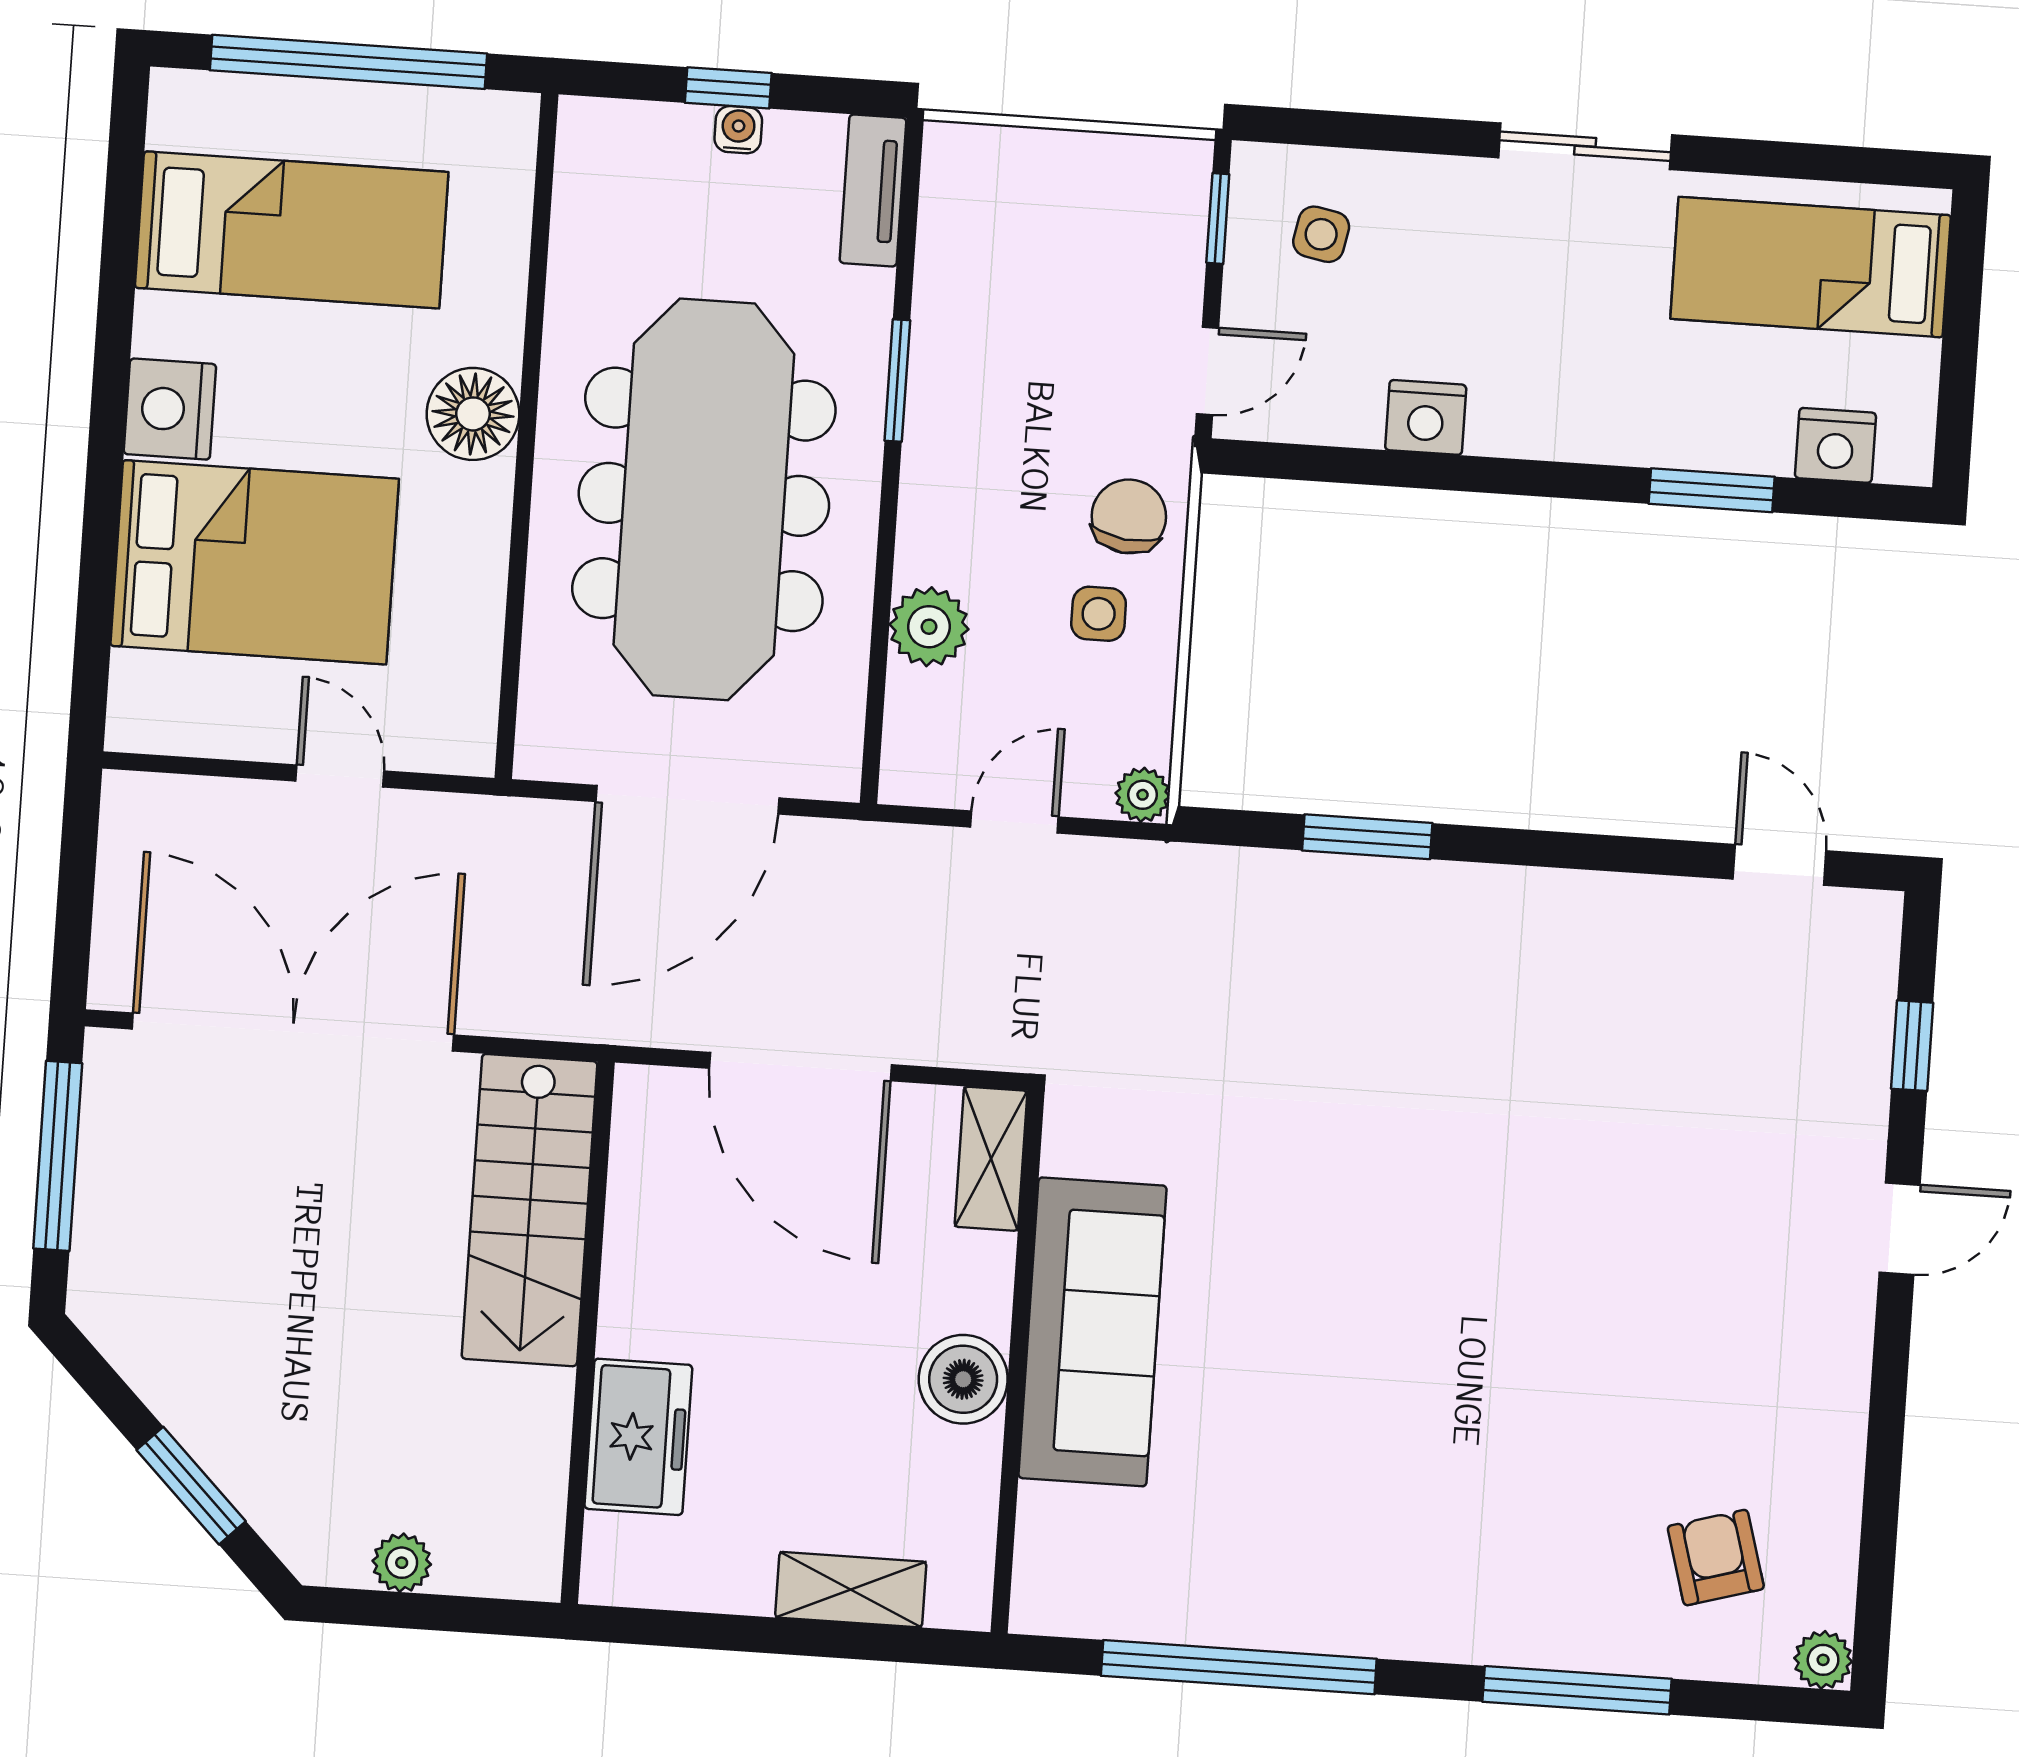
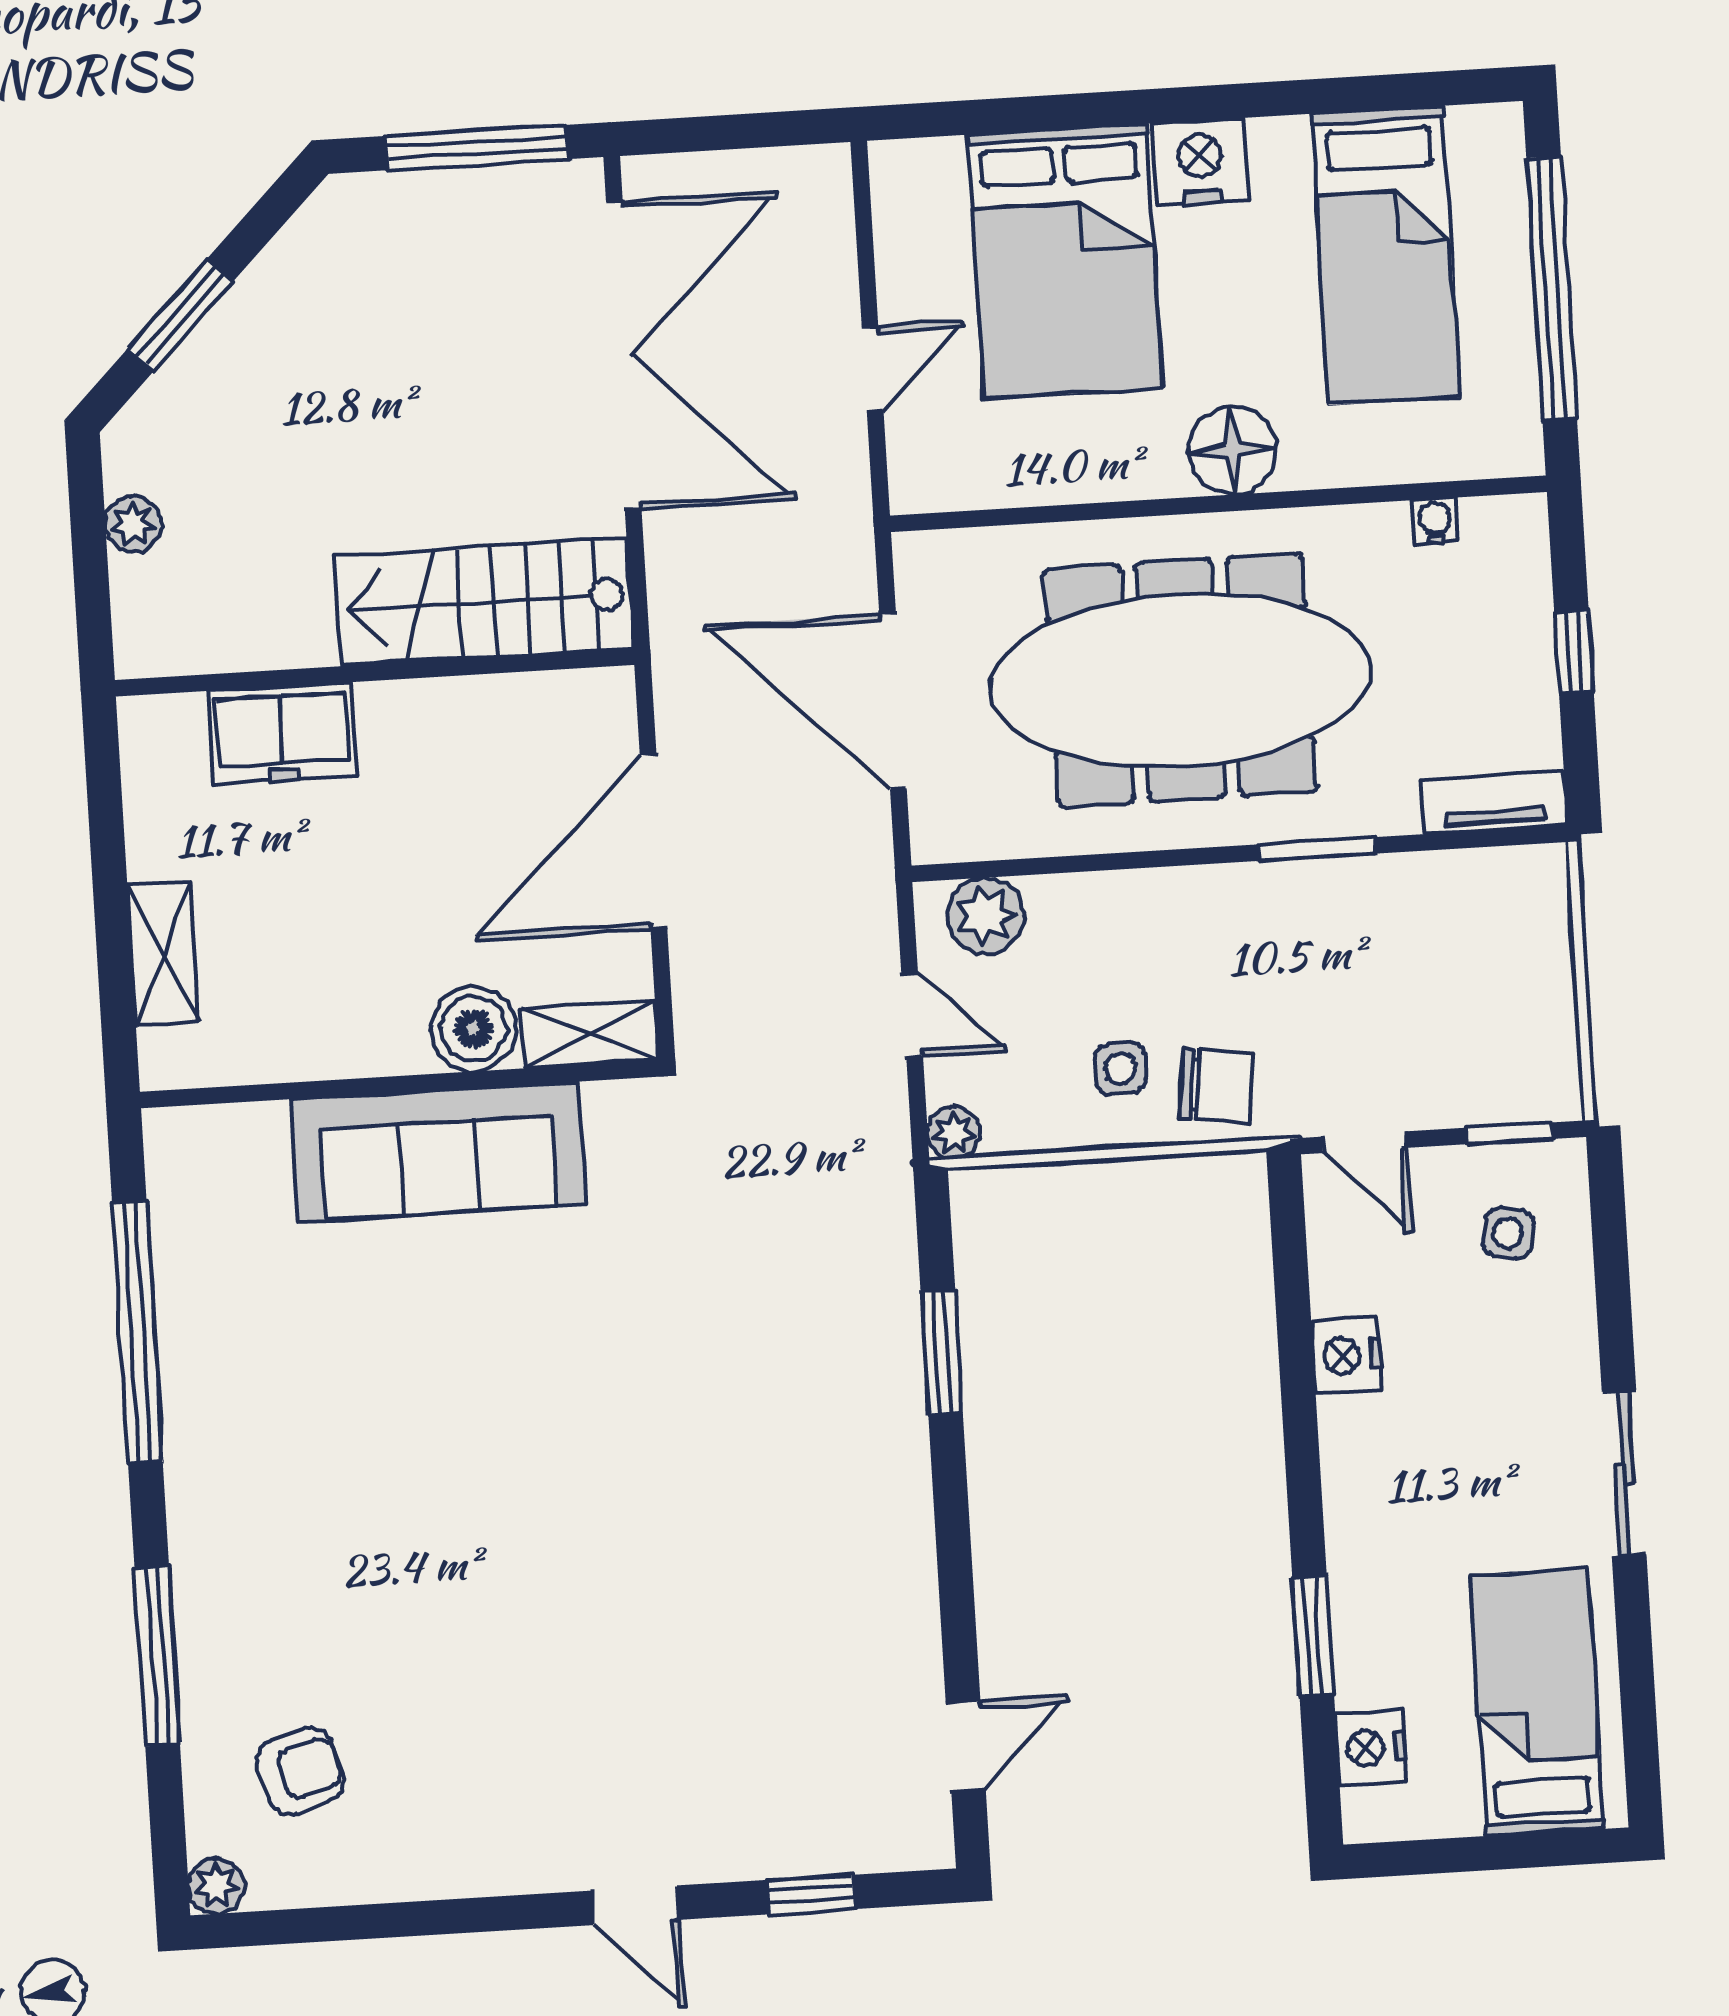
water cooler: (738, 130) -> (1435, 521), moved, turned -90
plant: (929, 627) -> (986, 916), moved
boiler: (963, 1379) -> (474, 1029), moved

